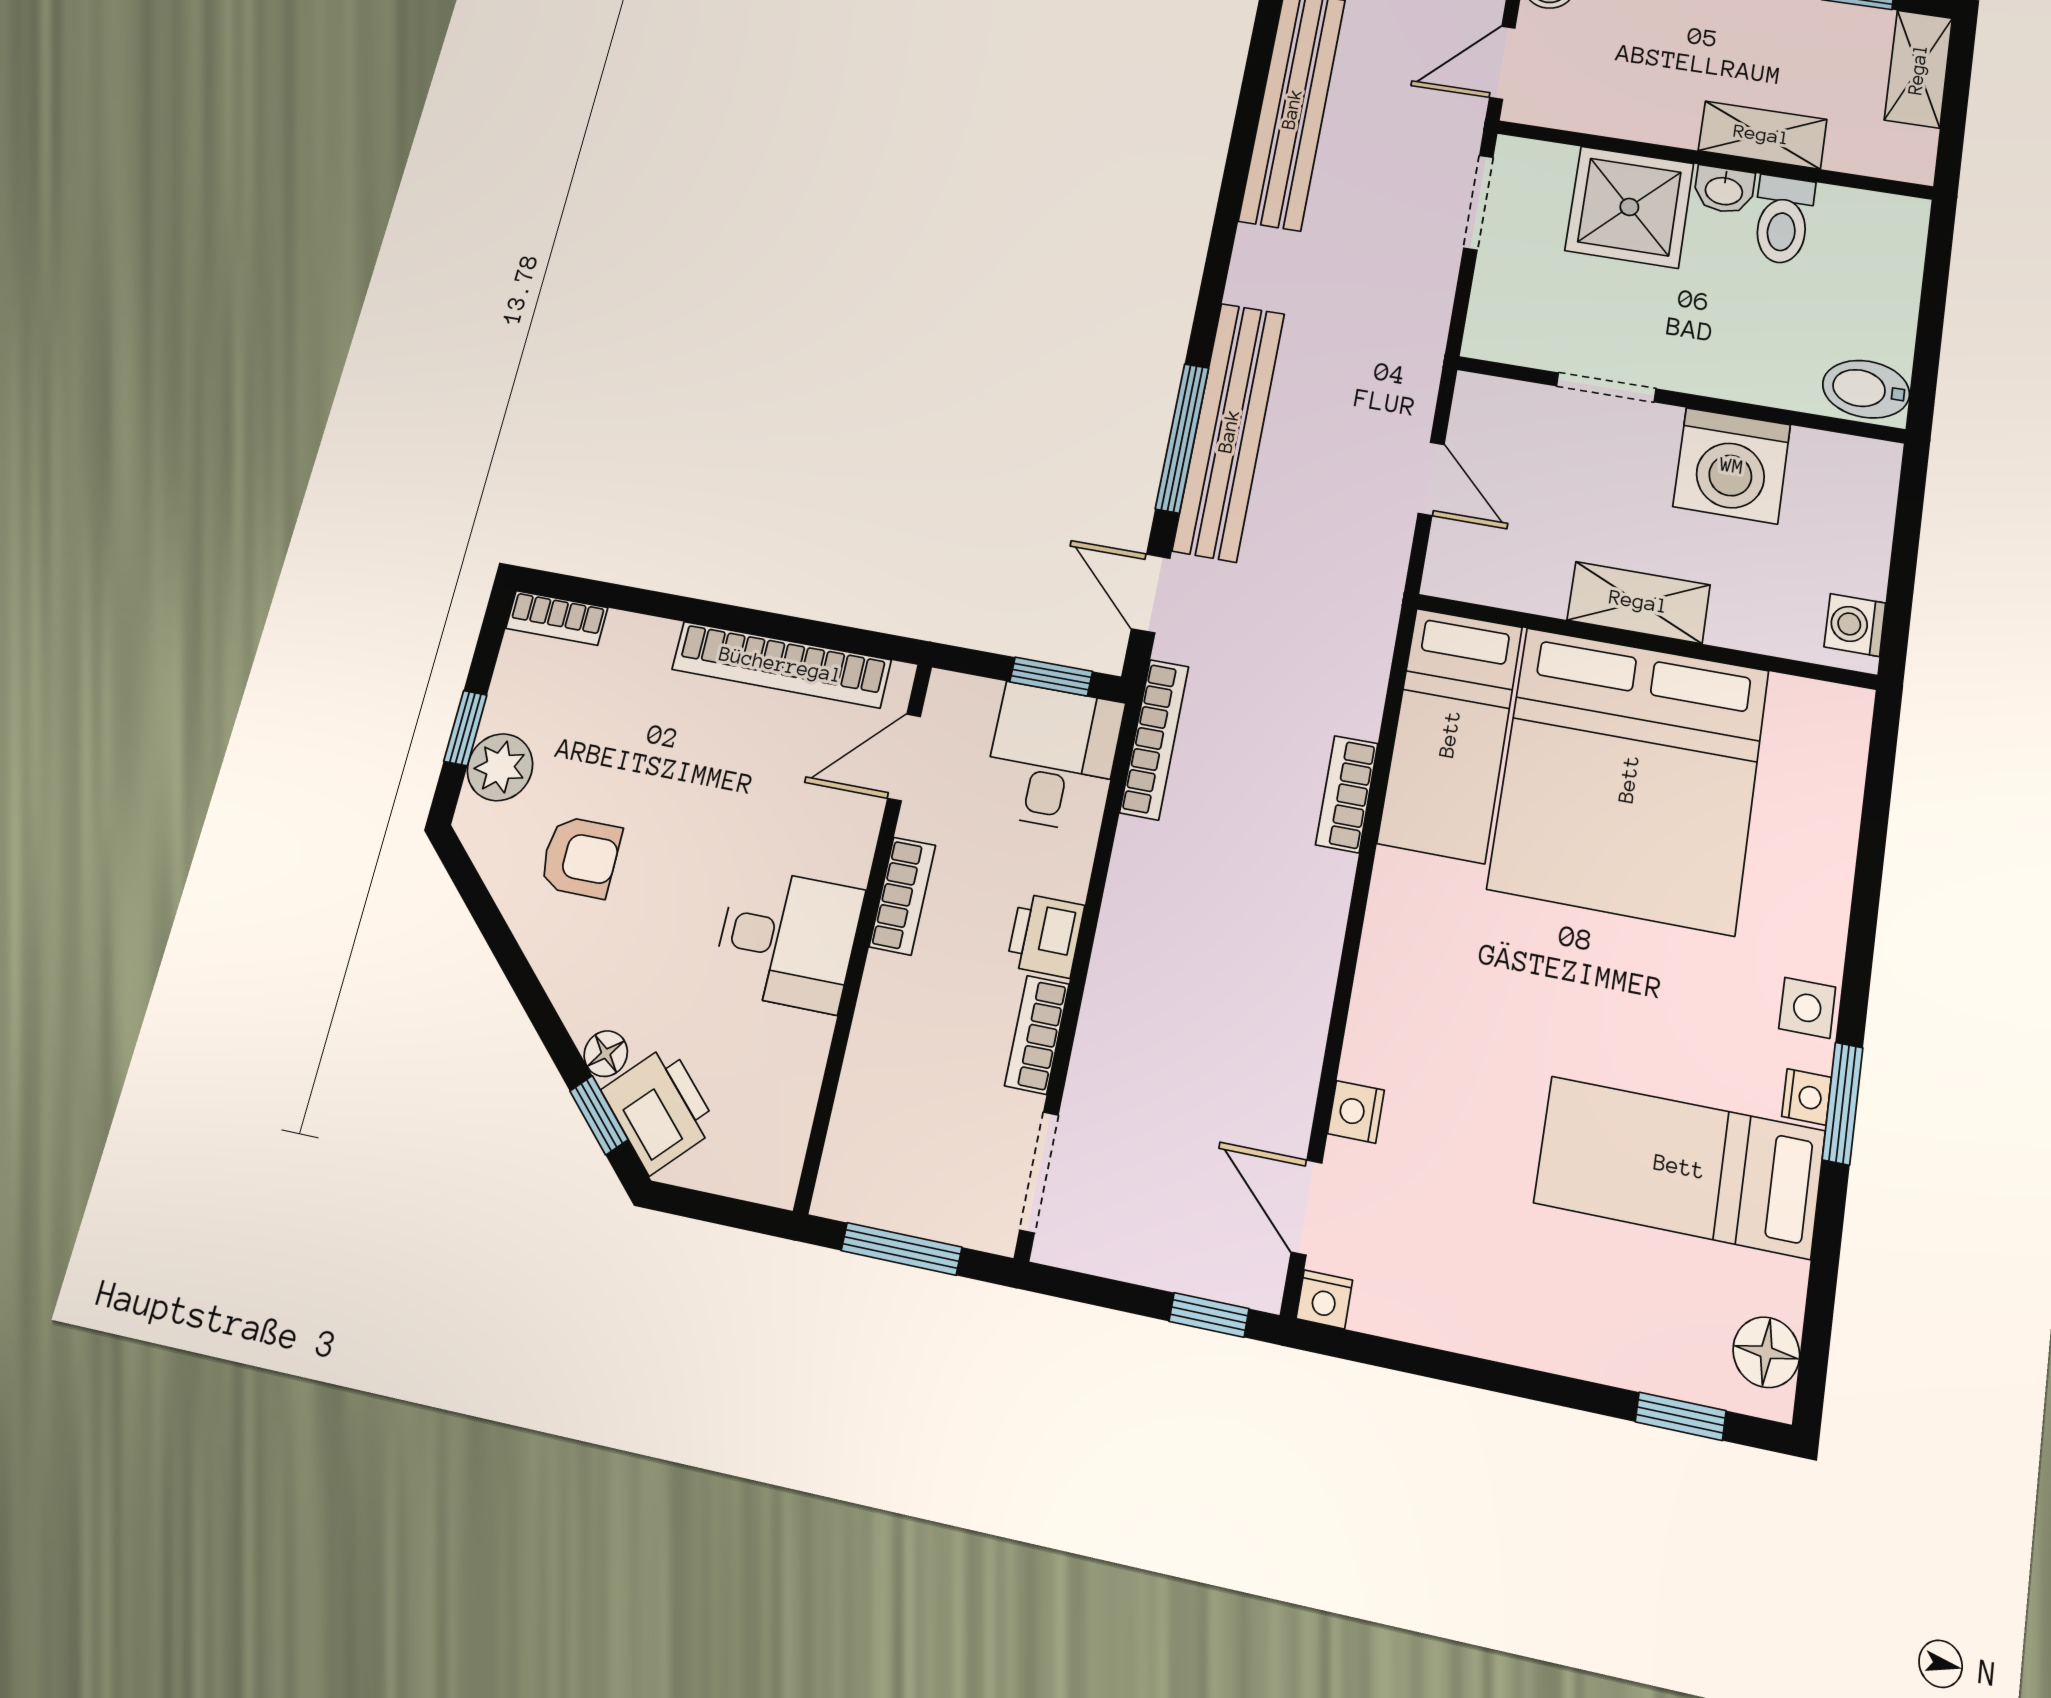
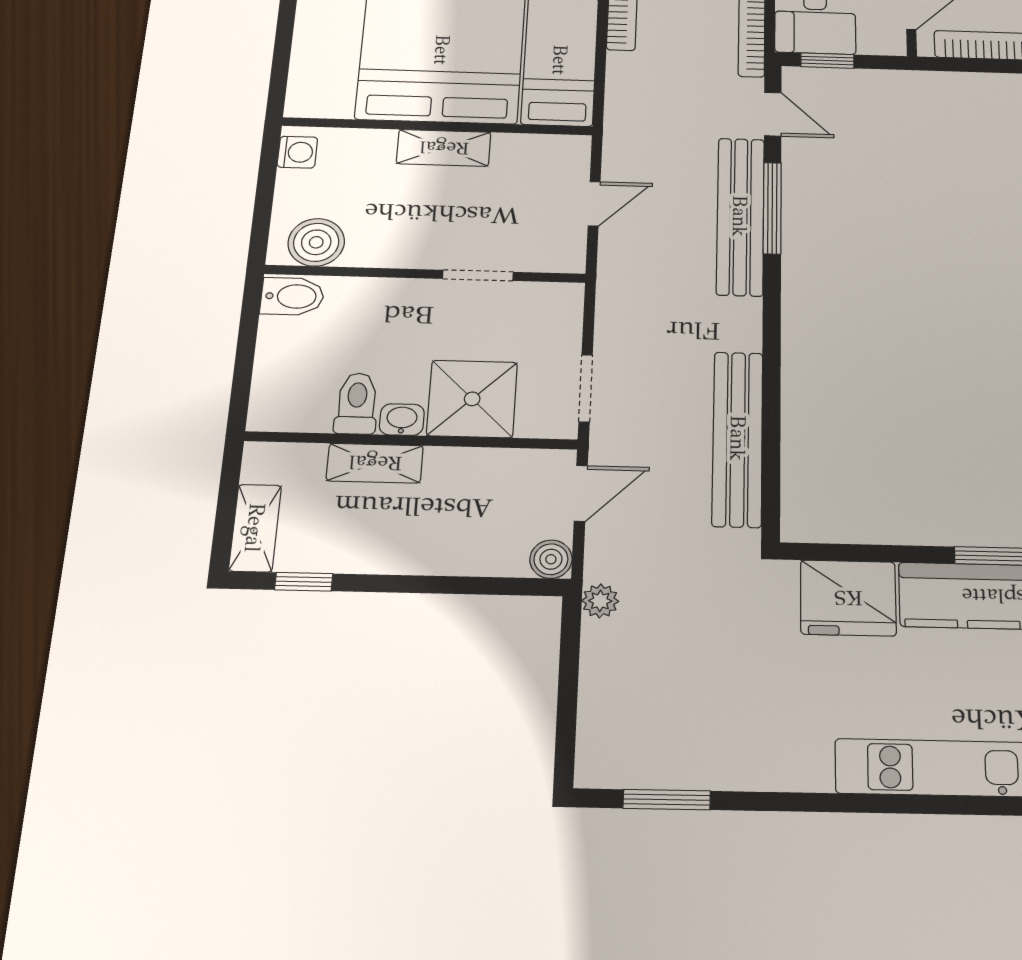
washing machine: (1732, 466) -> (386, 237), removed
boiler: (1831, 470) -> (316, 242), added
door: (1431, 479) -> (594, 204), swing flipped

